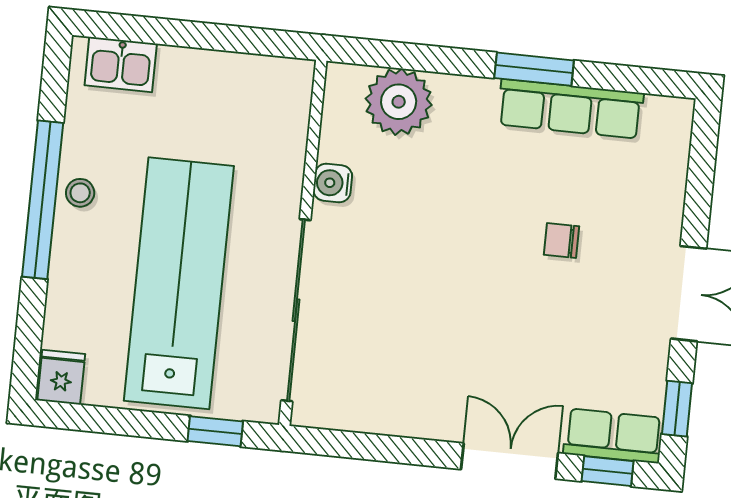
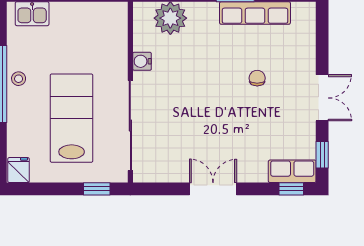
chair: (562, 241) -> (257, 78), turned 90
lab bench: (179, 283) -> (72, 118), width x0.73
double door: (510, 461) -> (213, 189), moved

